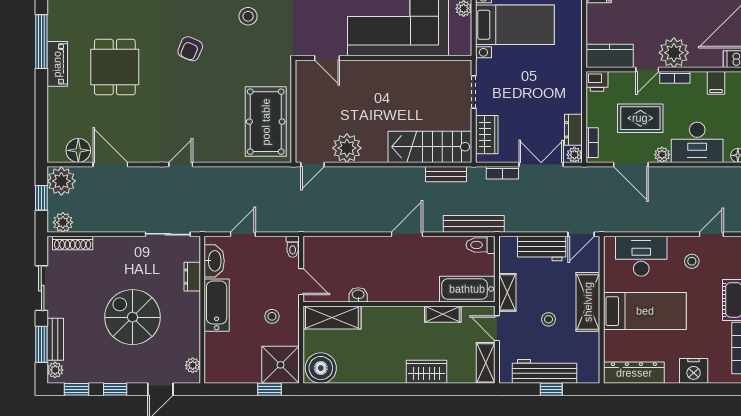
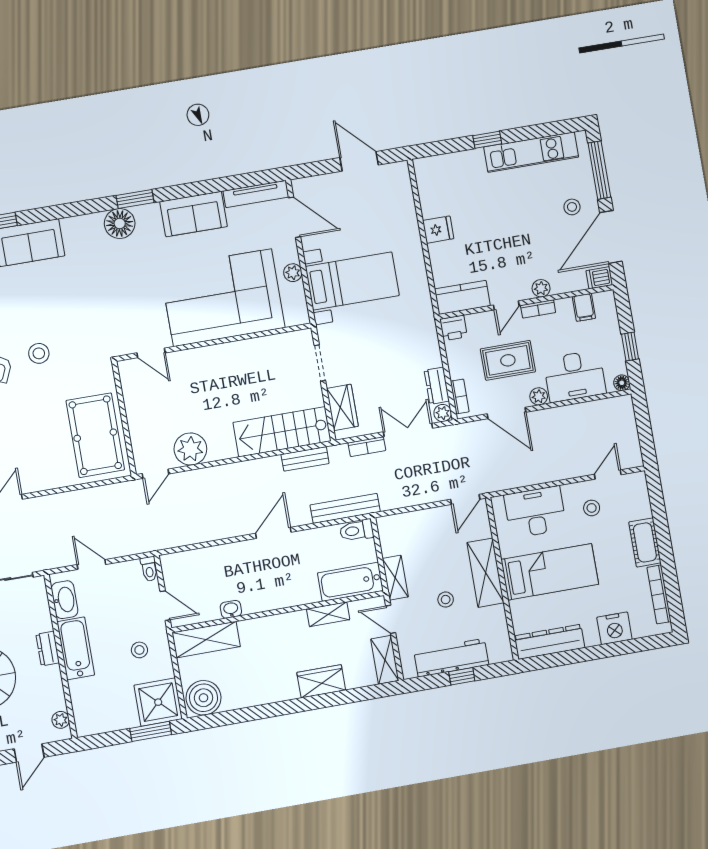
stool: (248, 16) -> (39, 353), moved
plant: (674, 53) -> (541, 288), width x0.53, depth x0.53
door: (243, 234) -> (91, 565), hinge flipped
workbench: (542, 249) -> (425, 523), removed
dresser: (192, 277) -> (48, 649), moved
window: (269, 389) -> (151, 731), width x1.50

